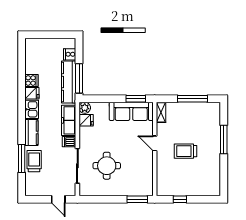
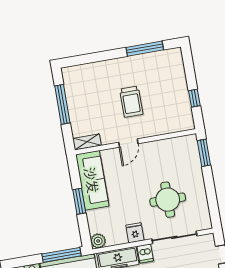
window: (136, 99) -> (79, 201), moved
fridge: (86, 120) -> (135, 233), moved
window: (224, 139) -> (145, 49), moved

